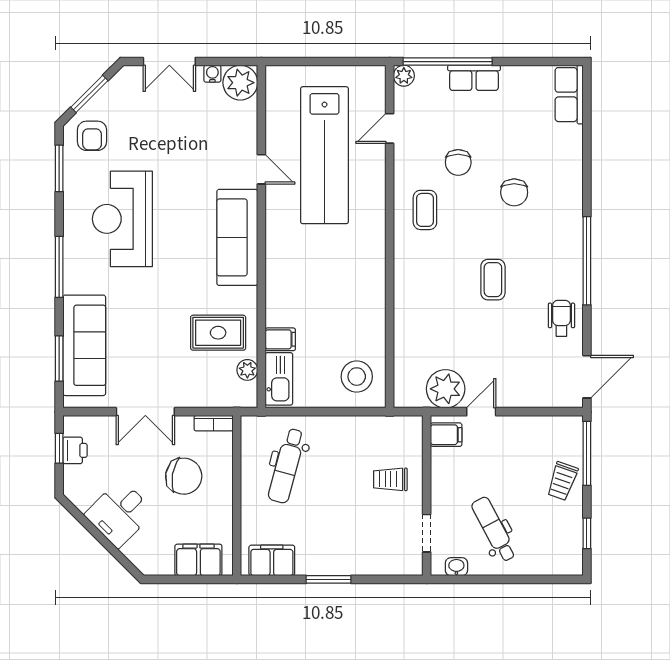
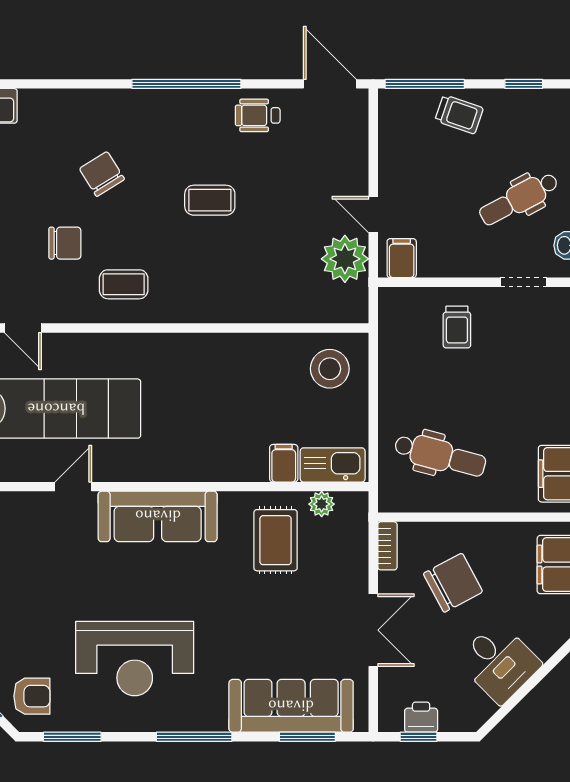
chair: (514, 192) -> (102, 174), turned -122
chair: (184, 476) -> (453, 583), turned 52

